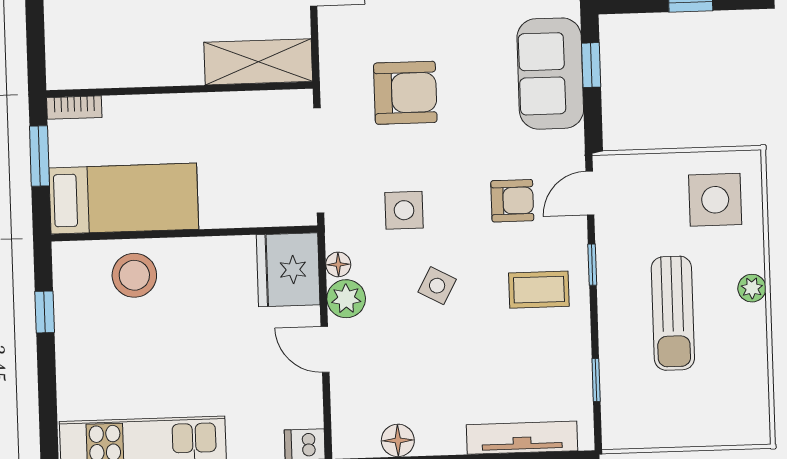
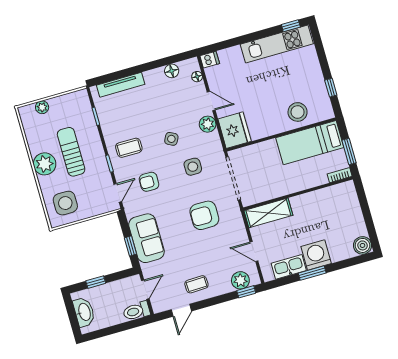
floor lamp: (338, 264) -> (197, 77), moved
plant: (752, 288) -> (45, 164), width x1.87, depth x1.87
plant: (714, 431) -> (42, 107), added

